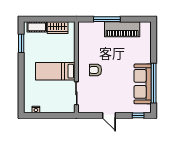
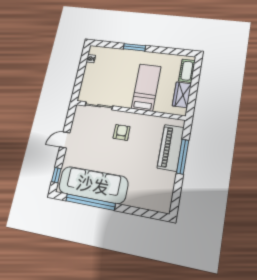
piano: (122, 29) -> (171, 148), moved
window: (21, 43) -> (134, 47), moved
bed: (55, 71) -> (146, 87), moved
sofa: (143, 84) -> (93, 185), width x1.36, depth x1.27

